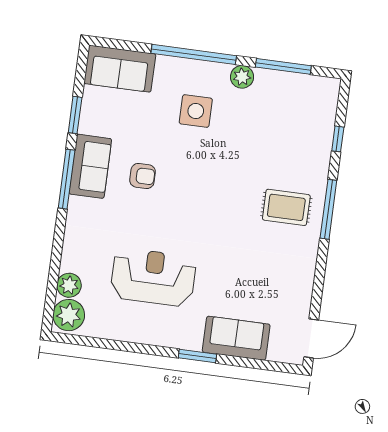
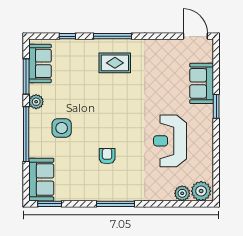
window: (75, 115) -> (50, 204), moved
sofa: (90, 166) -> (40, 63), moved, turned 90
rug: (286, 207) -> (115, 63), turned 90

